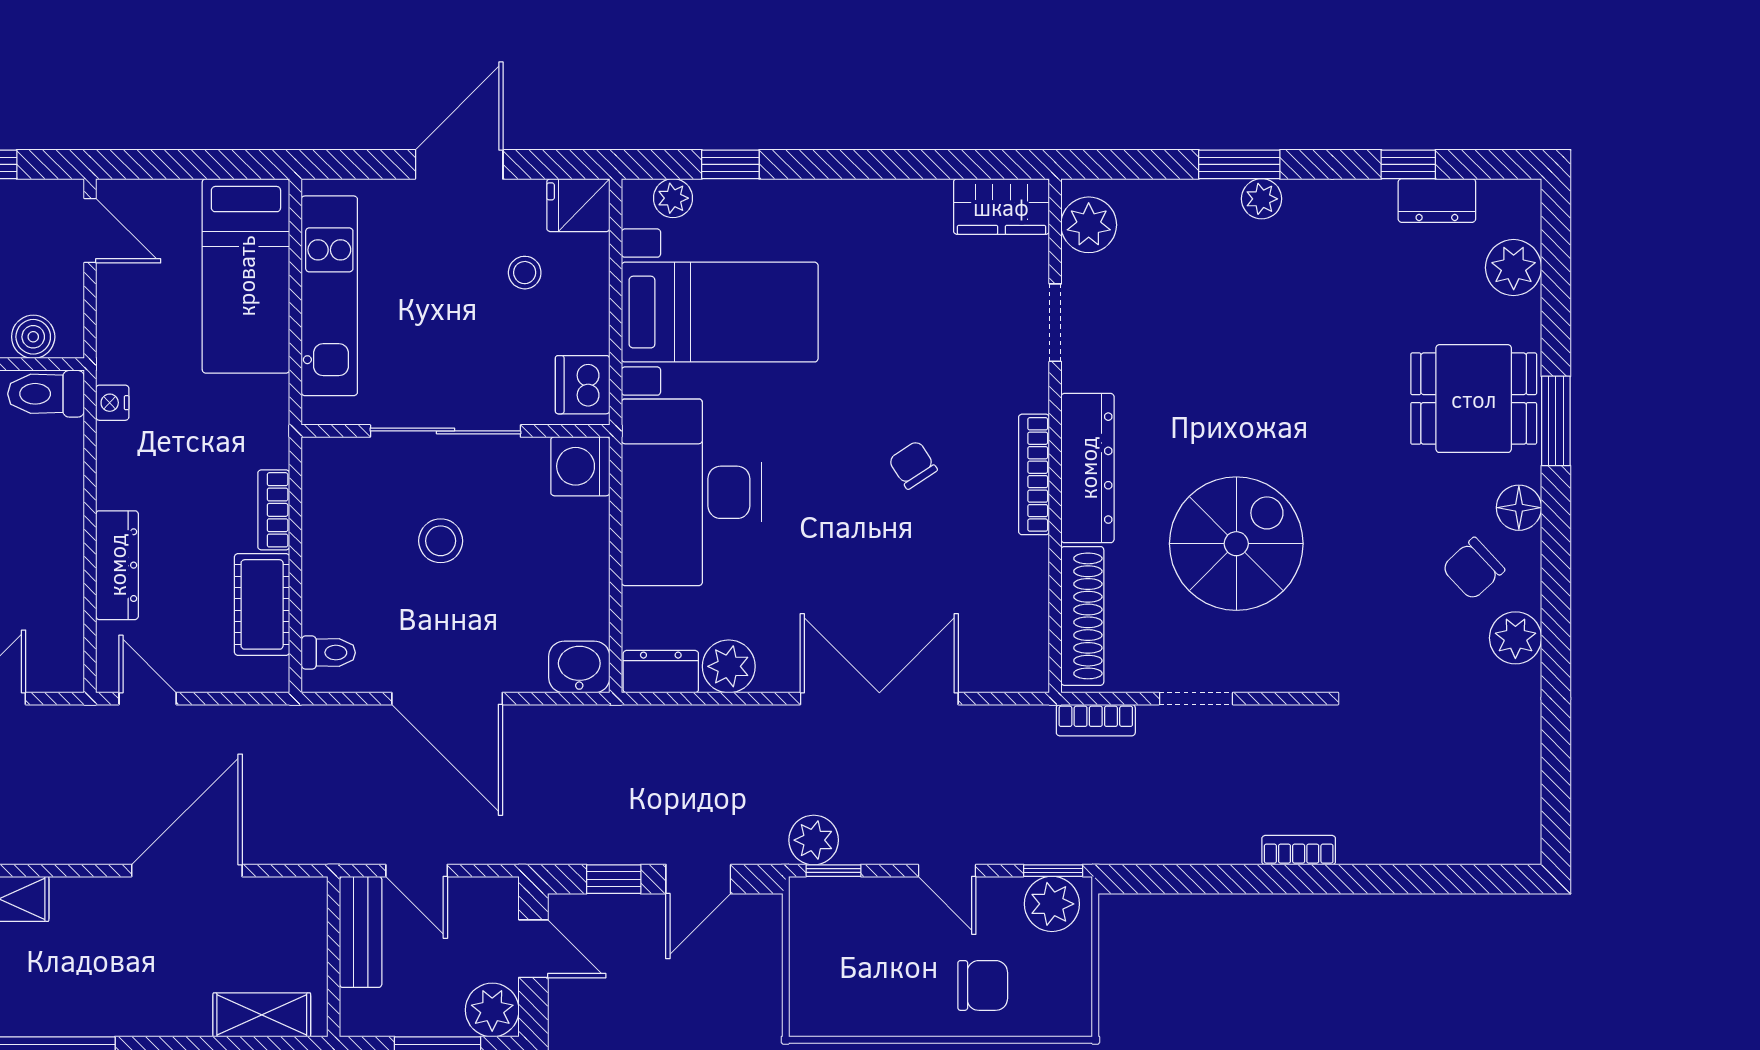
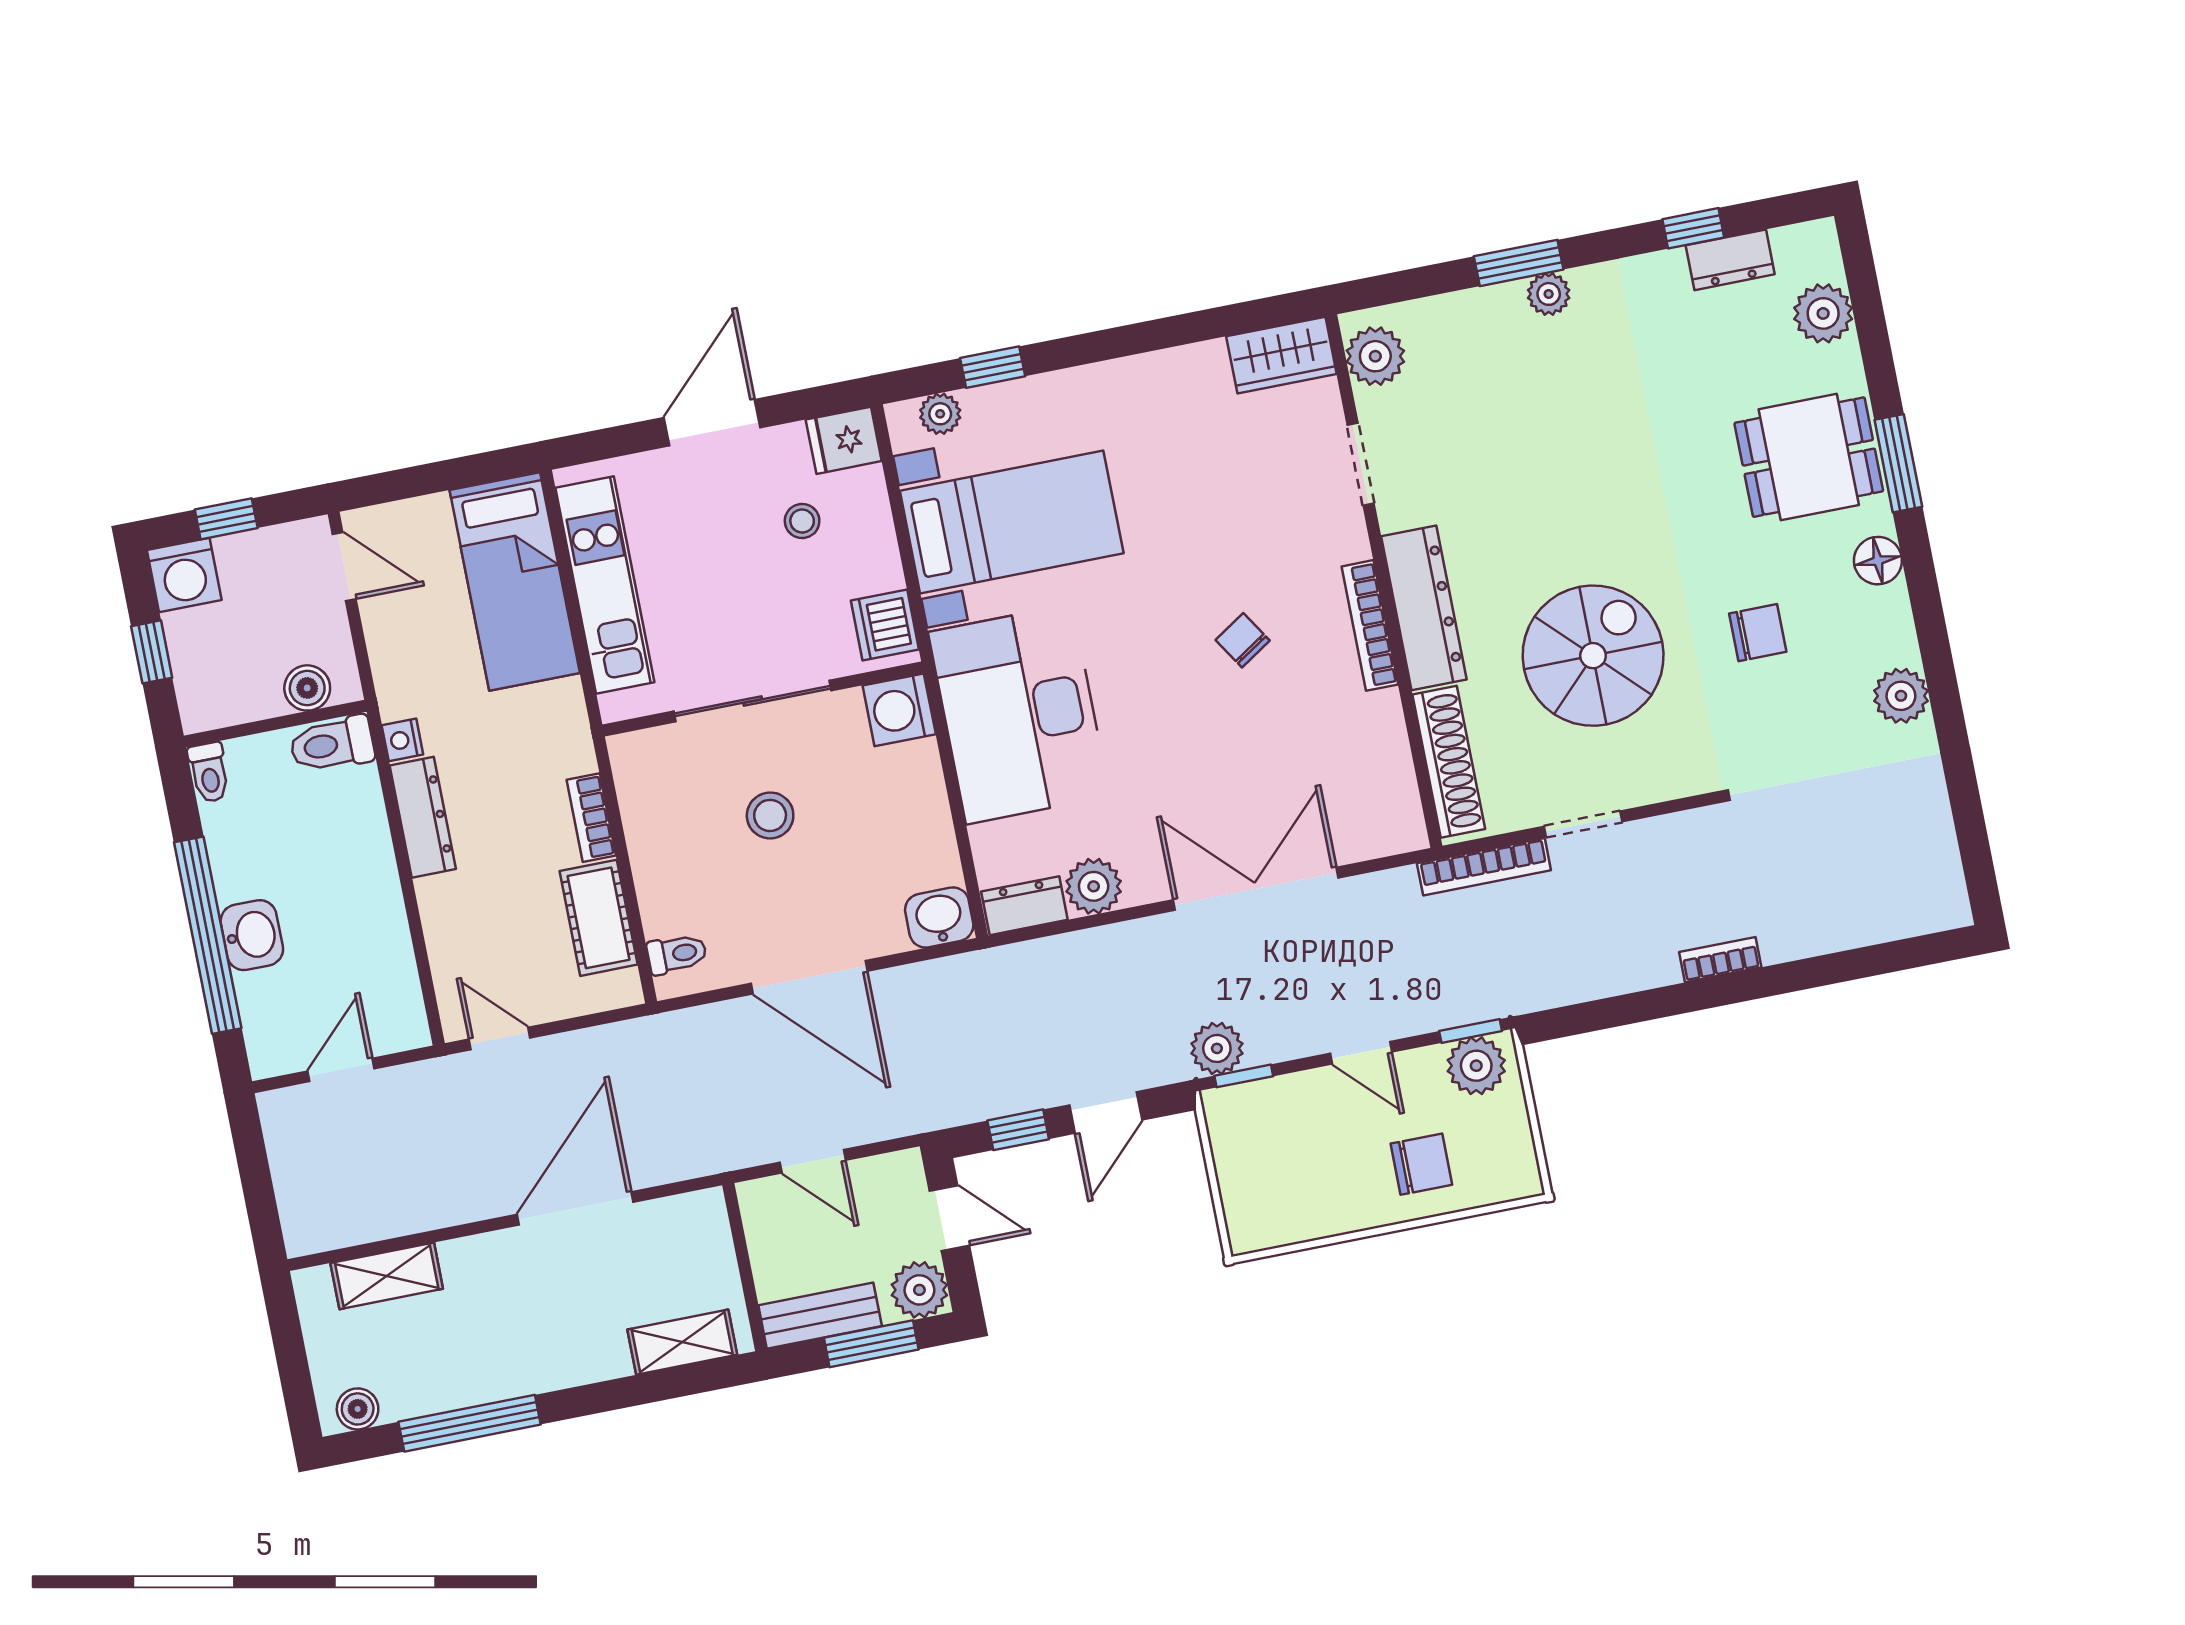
dresser: (117, 565) -> (423, 817), moved
chair: (1473, 569) -> (1758, 633), moved, turned -137
bookcase: (1096, 720) -> (1484, 867), width x1.56
bench: (361, 932) -> (820, 1316), moved, turned 90

